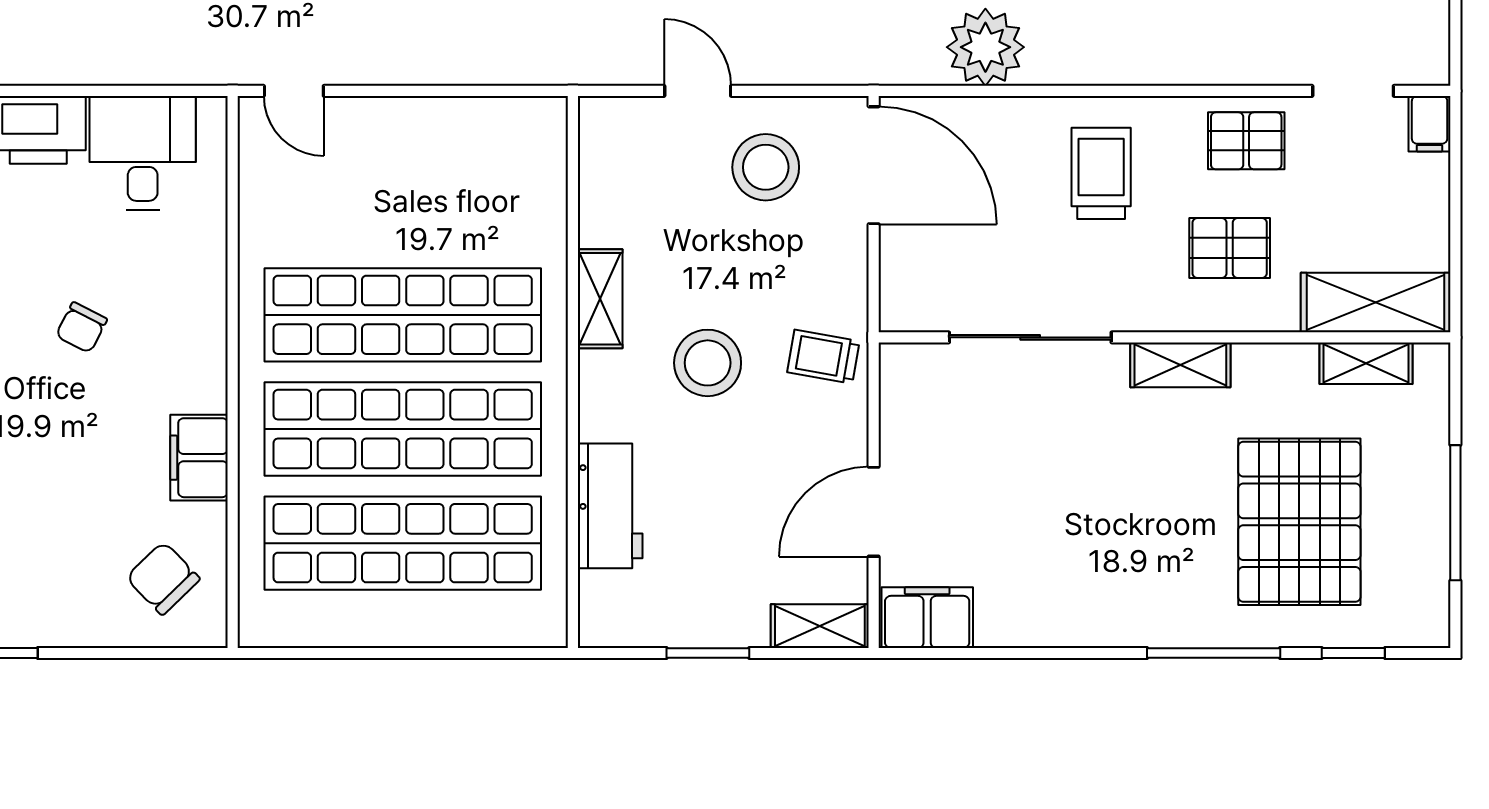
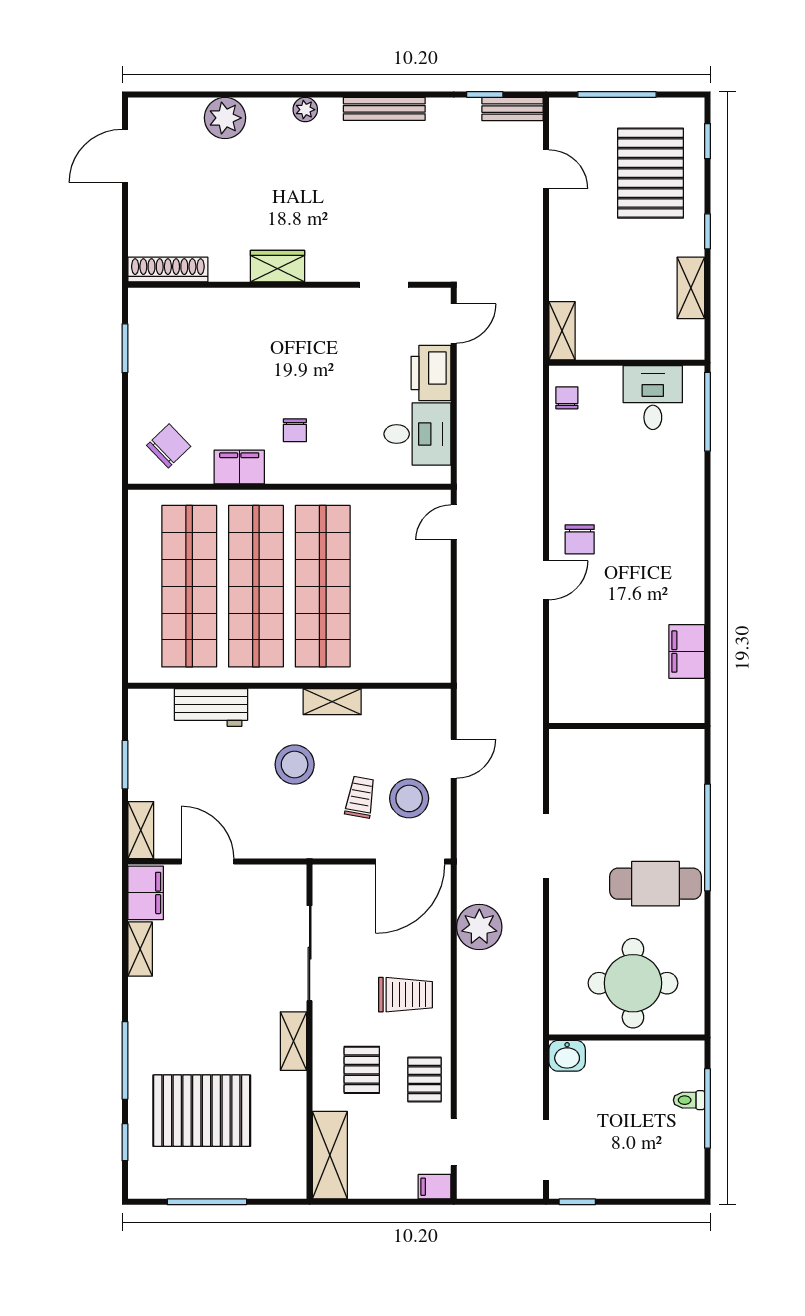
chair: (81, 327) -> (295, 430), moved, turned -117
trolley: (823, 357) -> (360, 797), moved
shelving: (1366, 363) -> (140, 949), moved

